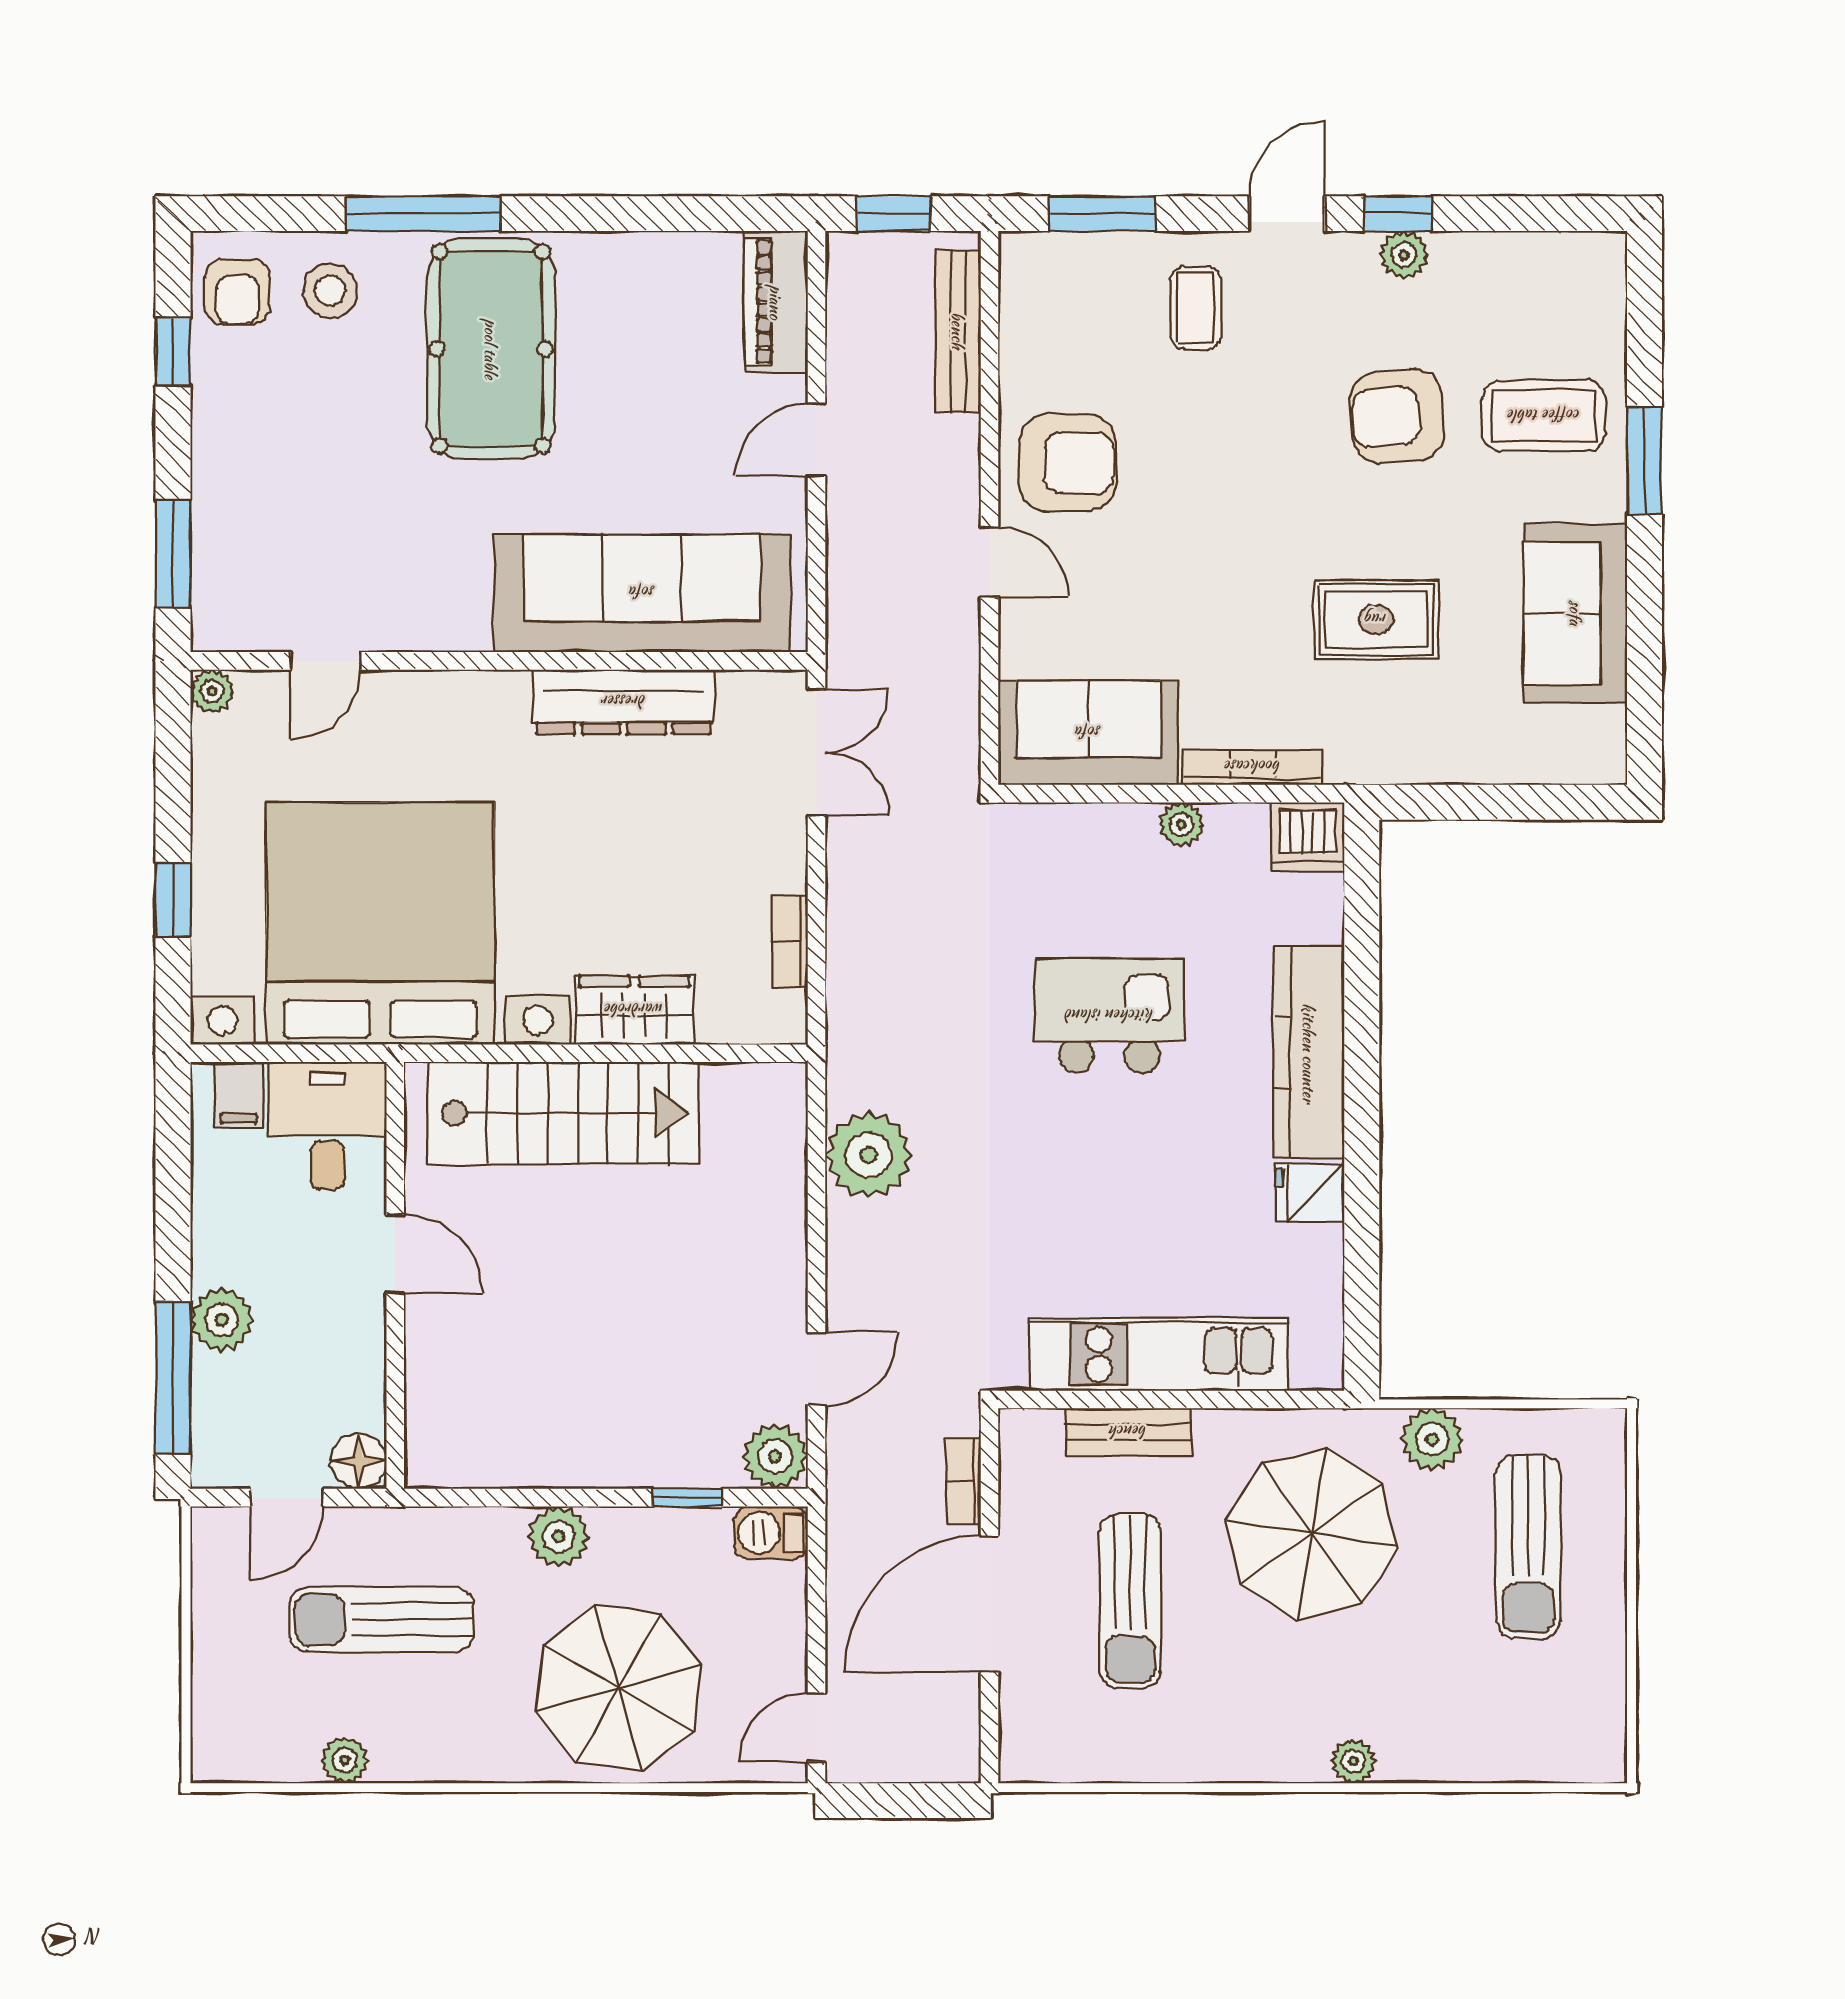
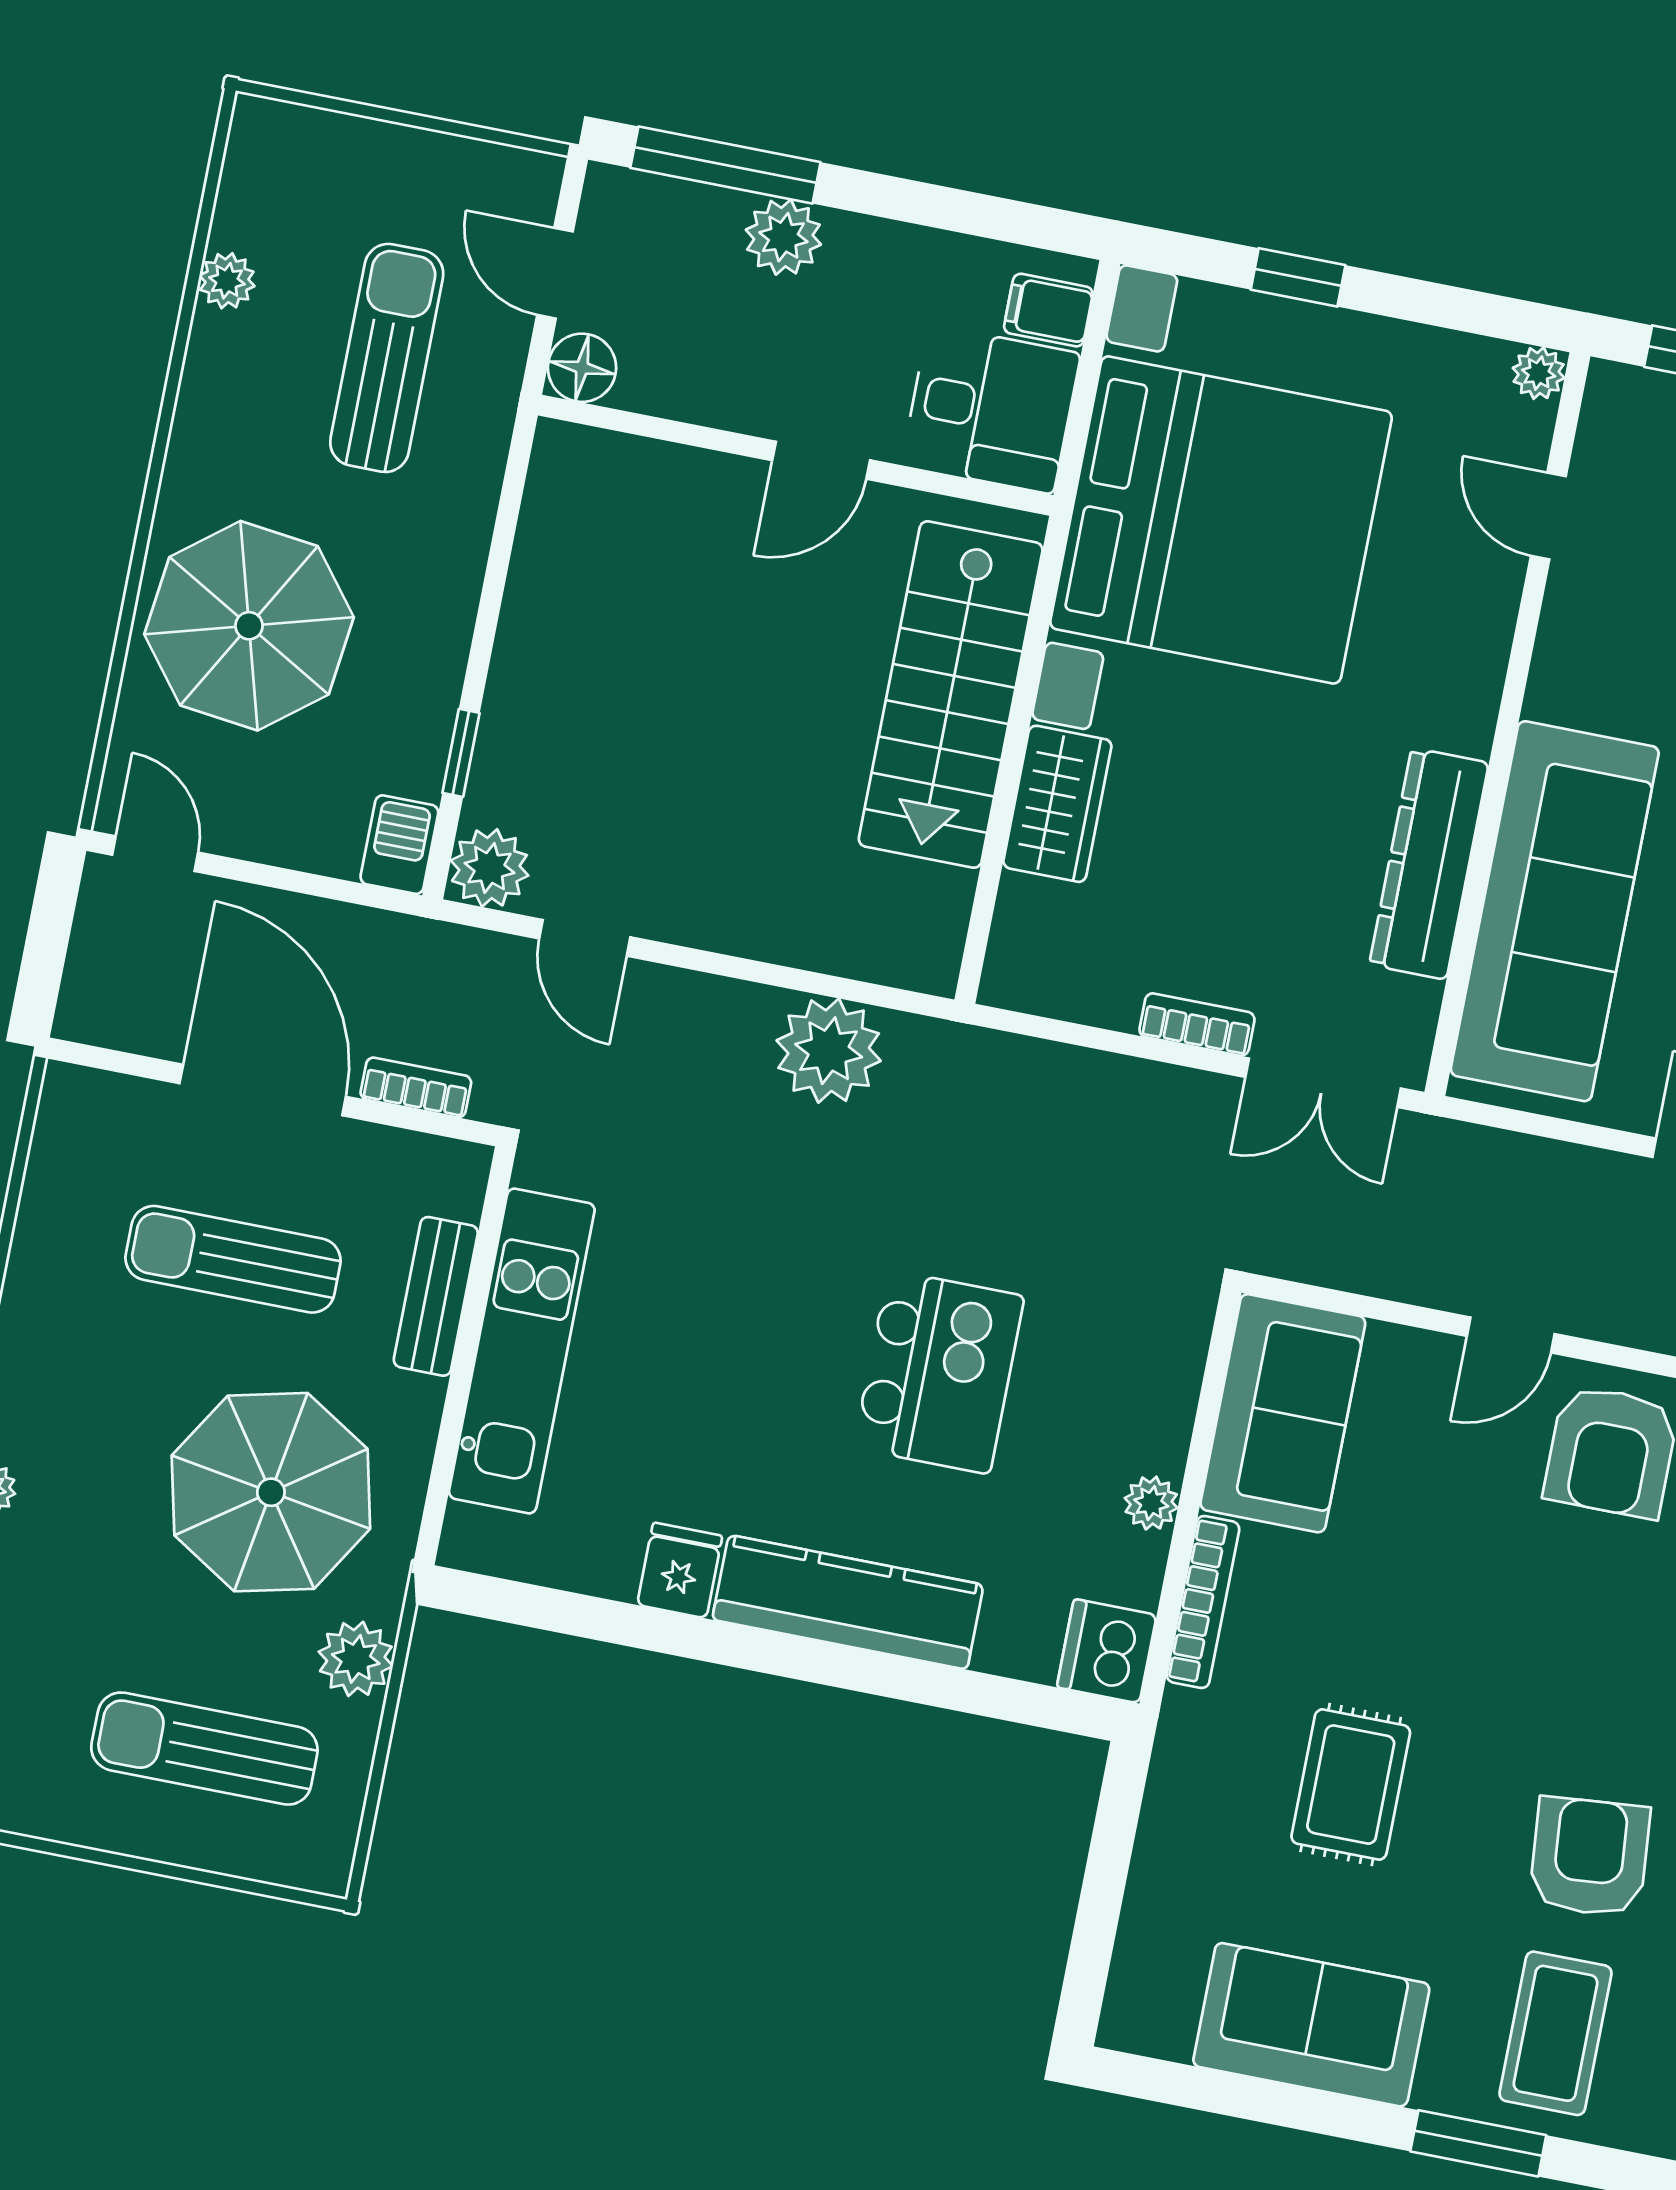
bookcase: (790, 941) -> (1197, 1025), moved
plant: (559, 1537) -> (444, 590), removed

